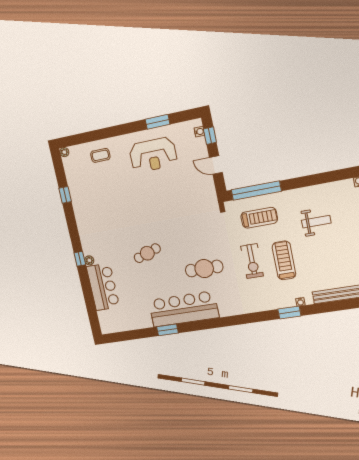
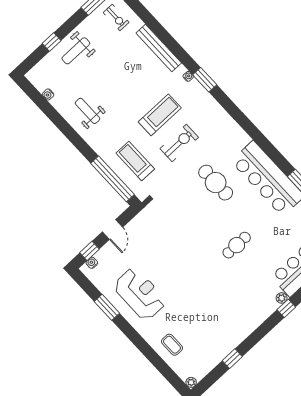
weight bench: (316, 222) -> (88, 111), moved
cafe table: (147, 253) -> (237, 245), turned -72
treadmill: (284, 260) -> (160, 115), turned 180

